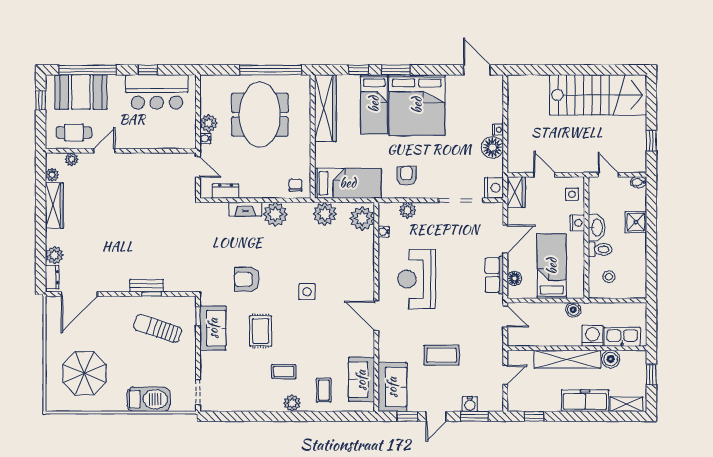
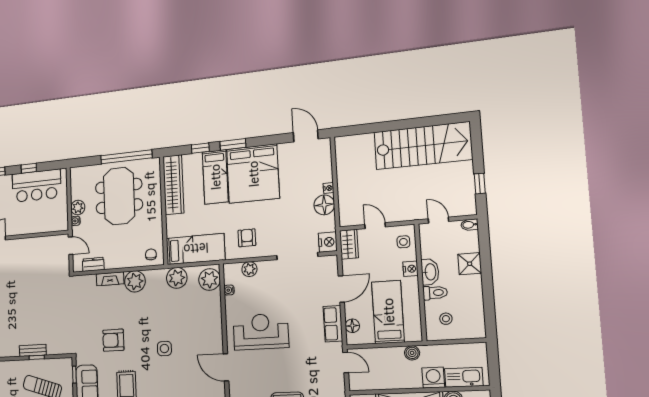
reception desk: (417, 279) -> (261, 332), turned 90

